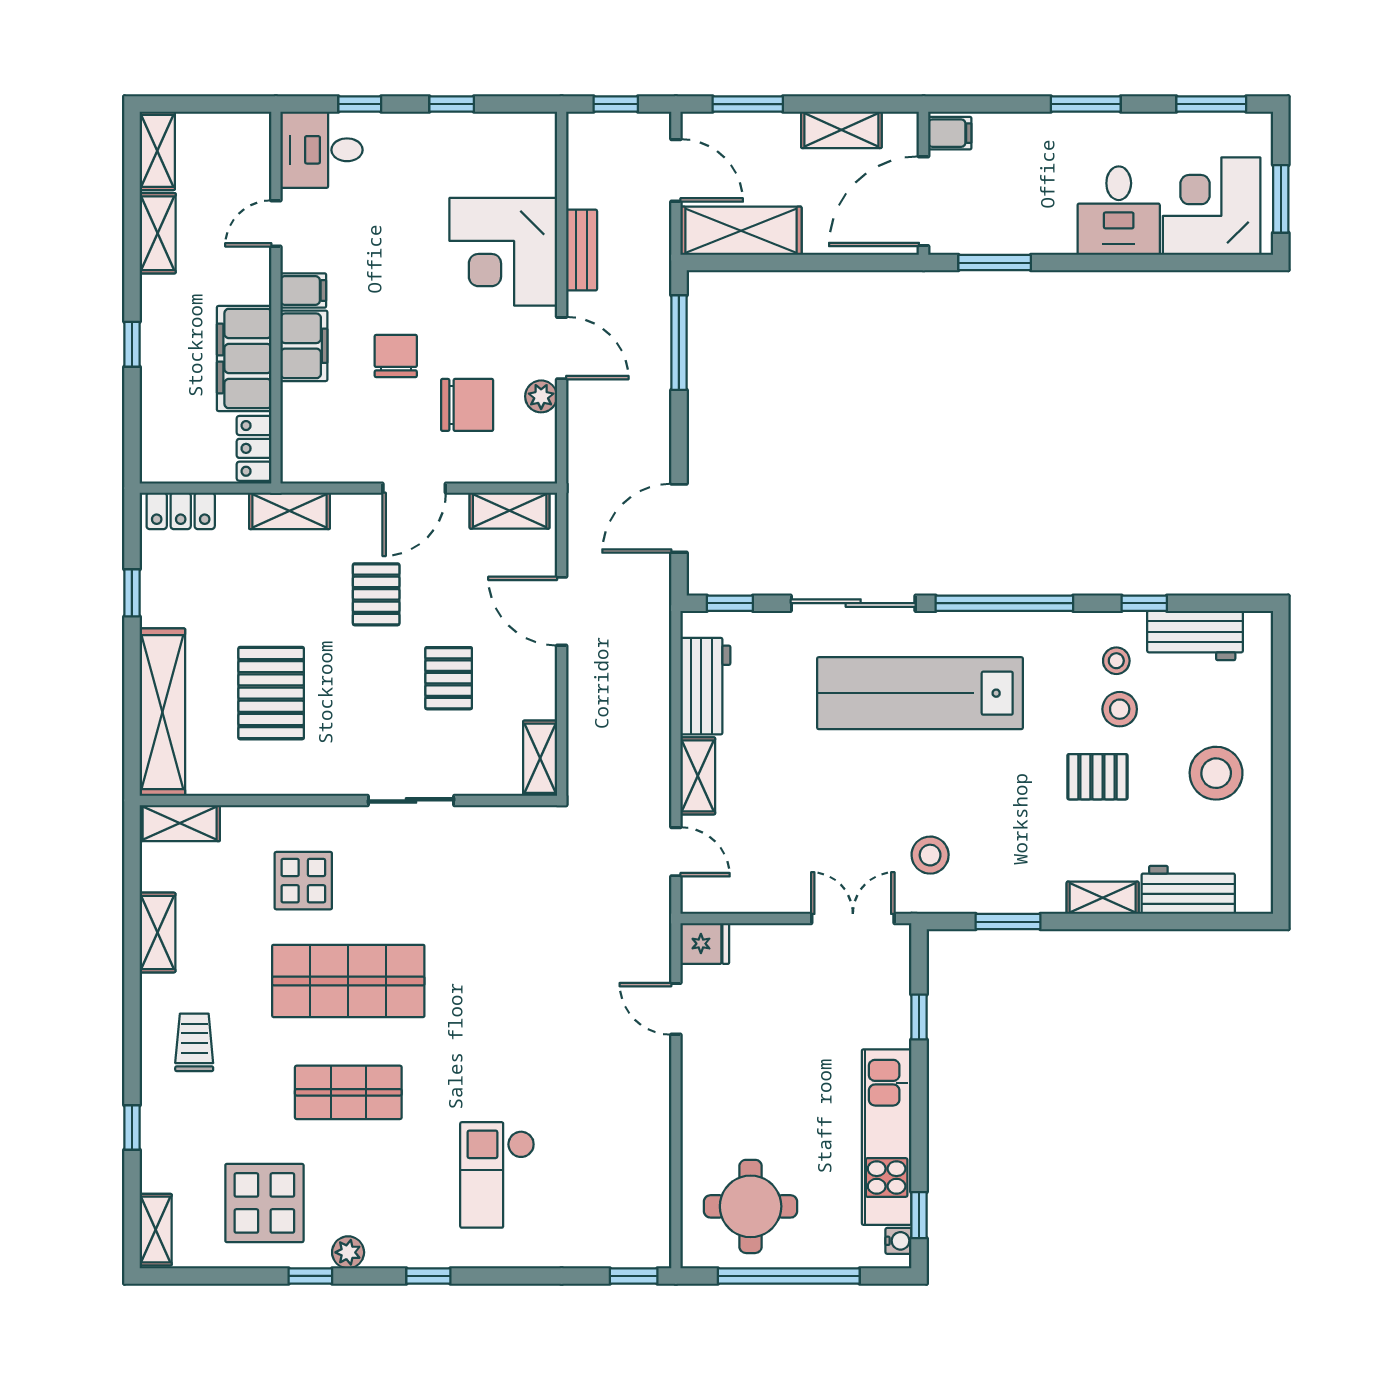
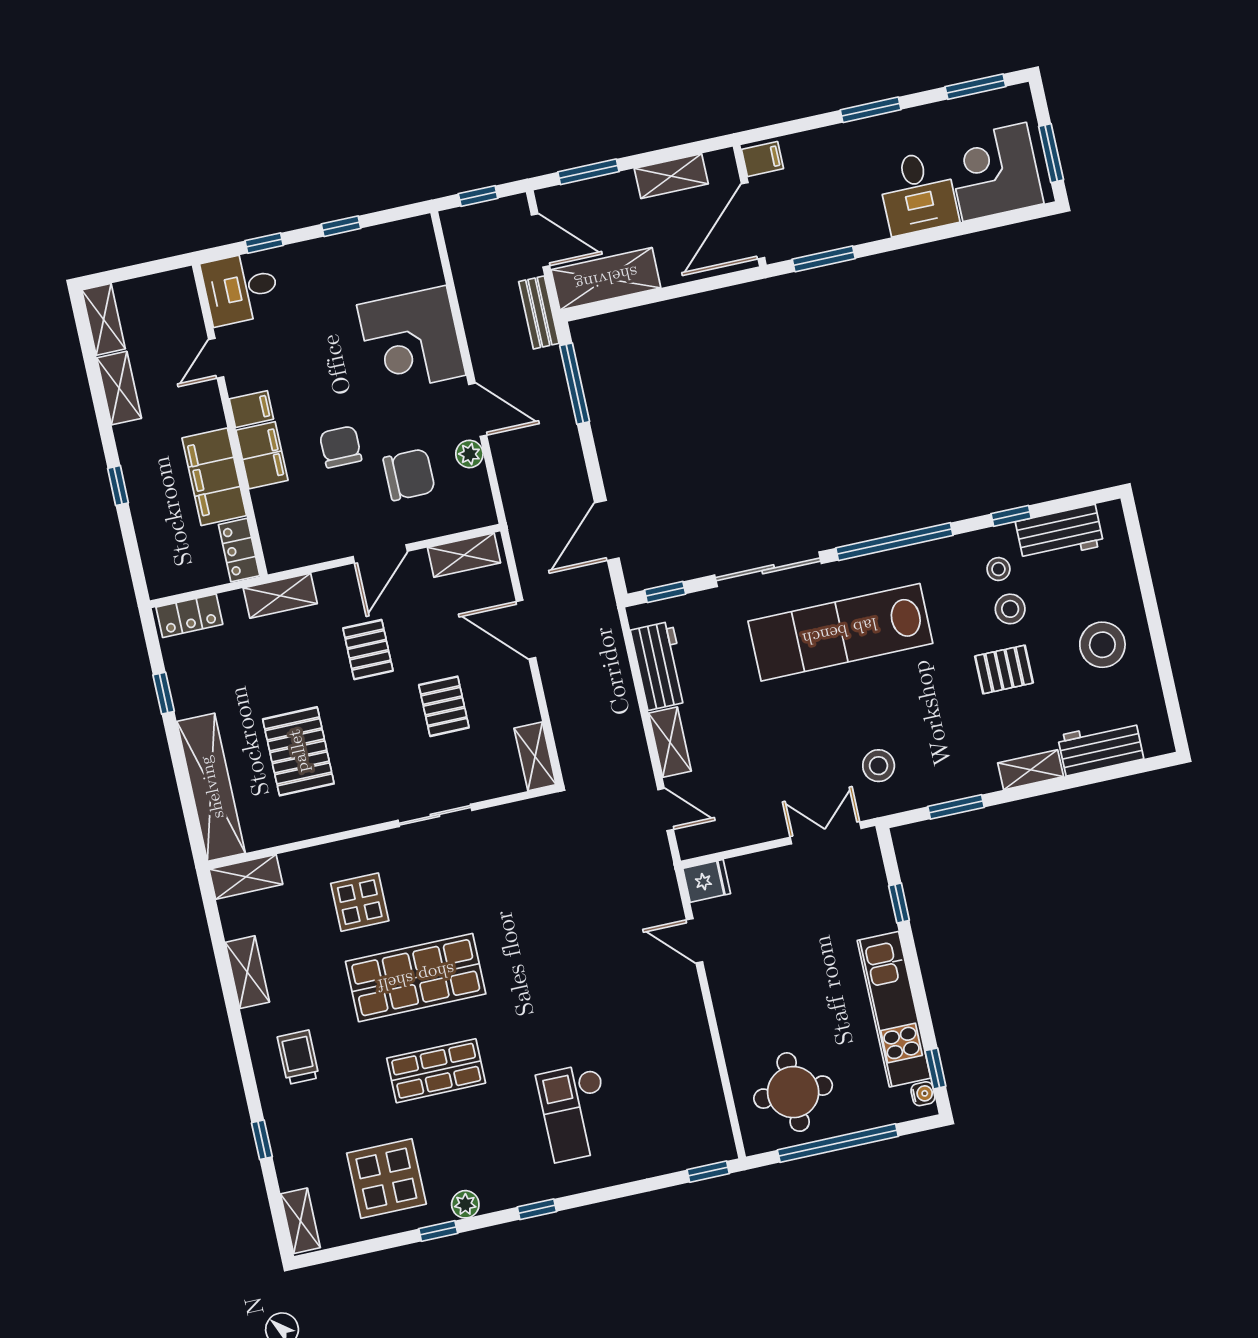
bench: (582, 250) -> (539, 312), moved

